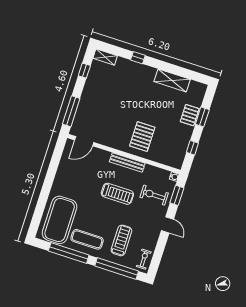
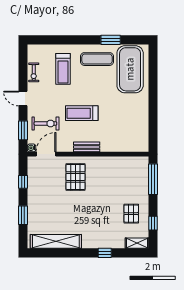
shelving: (172, 80) -> (56, 241), width x1.47
pallet: (190, 115) -> (131, 214), moved
door: (84, 141) -> (46, 154), moved
bench: (127, 162) -> (87, 147), width x0.73
window: (69, 253) -> (111, 40), width x0.47
exercise bike: (144, 259) -> (34, 72), moved
window: (117, 269) -> (59, 40), removed

